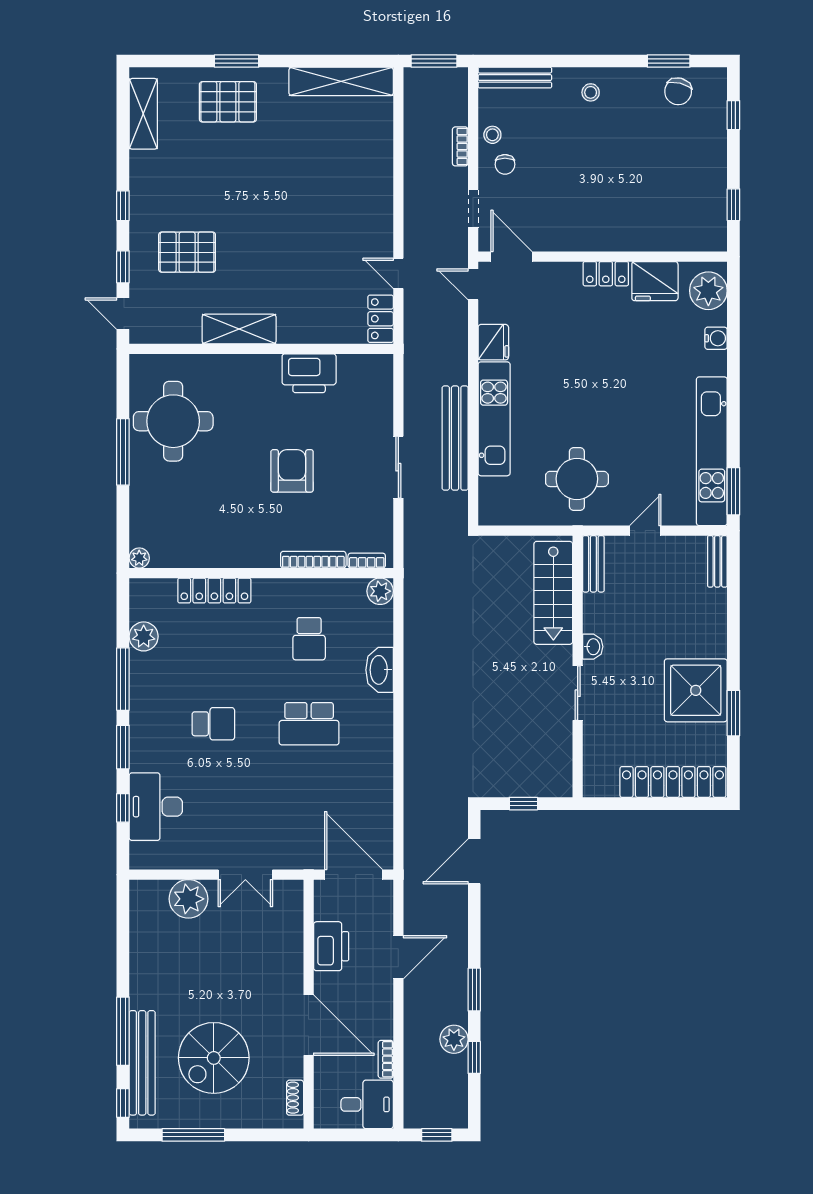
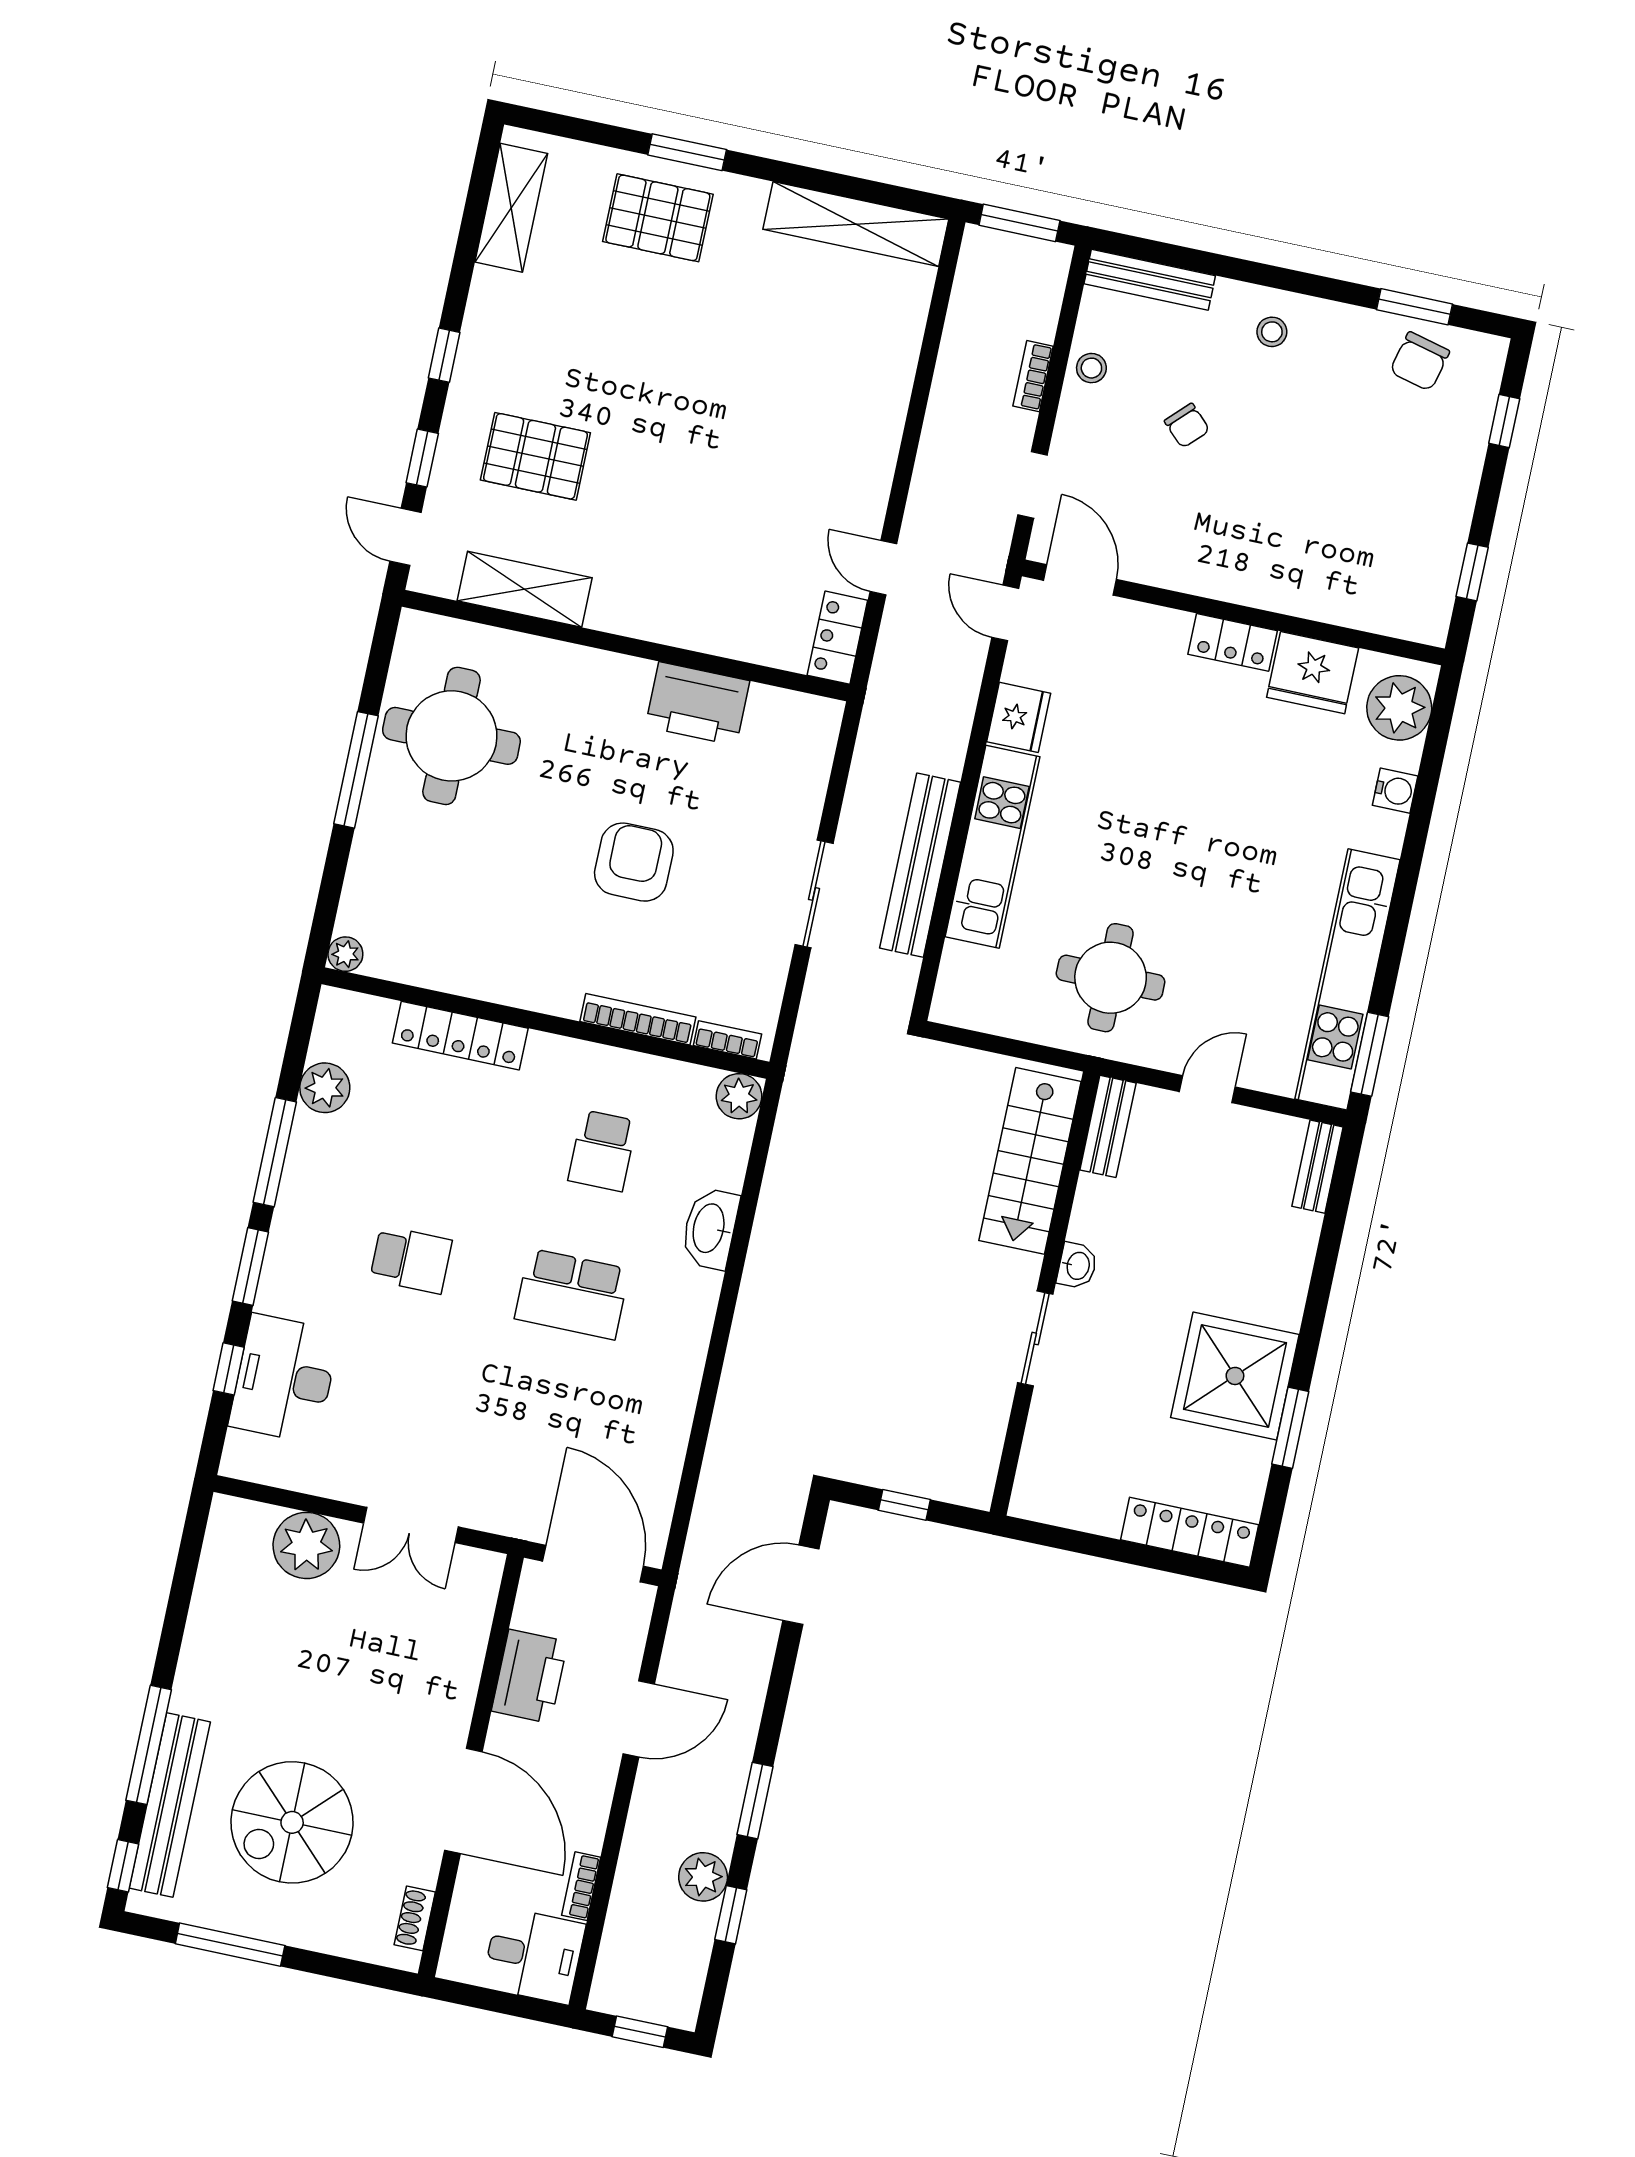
chair: (505, 164) -> (1187, 426), moved, turned -45
shelving: (239, 329) -> (525, 589), moved
locker: (673, 782) -> (1190, 1532), width x0.71, depth x0.83

